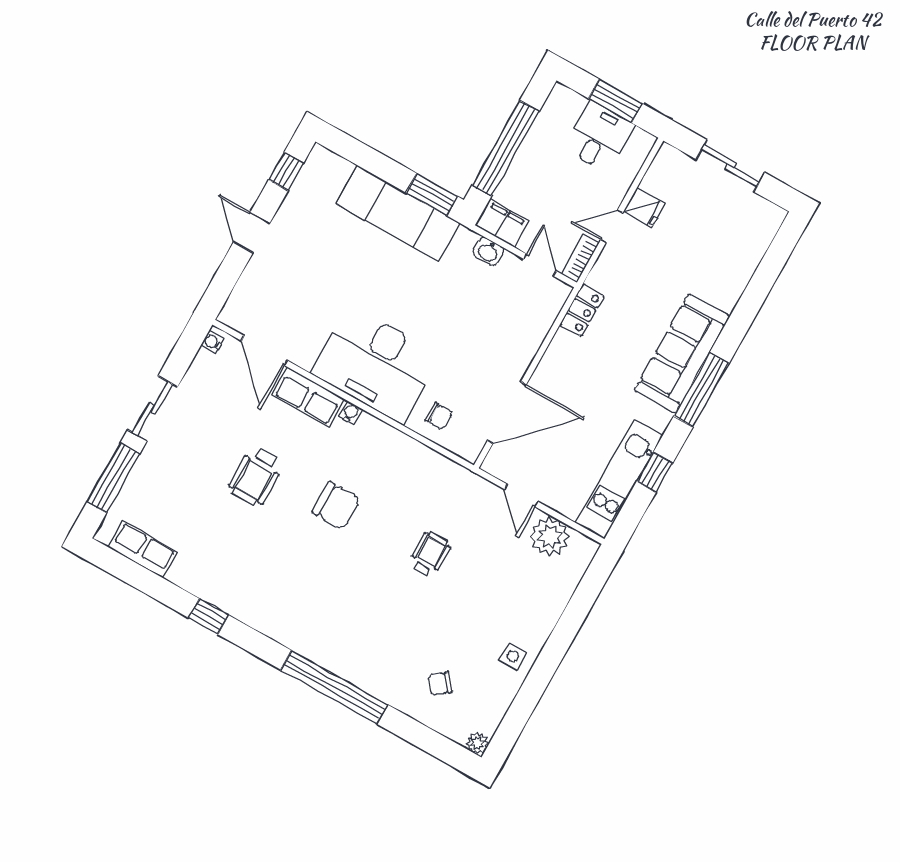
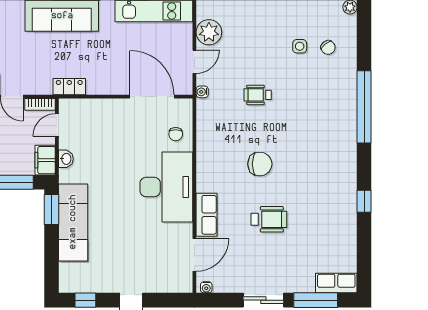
water cooler: (350, 413) -> (202, 92), moved
chair: (439, 416) -> (176, 134), turned 180
chair: (336, 506) -> (260, 164), turned 90
row of seats: (143, 549) -> (336, 283), moved, turned 90
side table: (513, 656) -> (300, 46), moved

